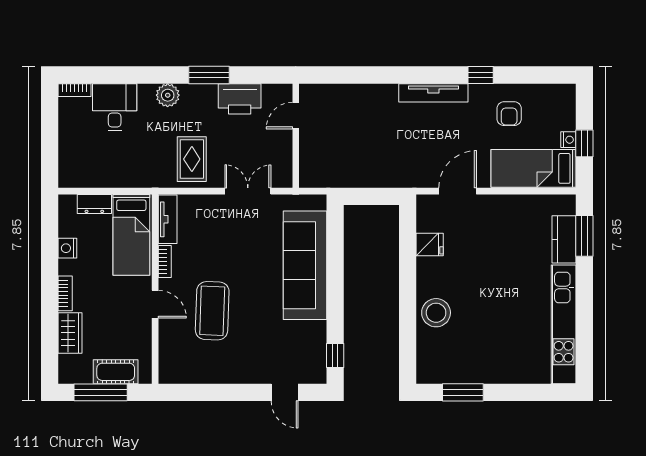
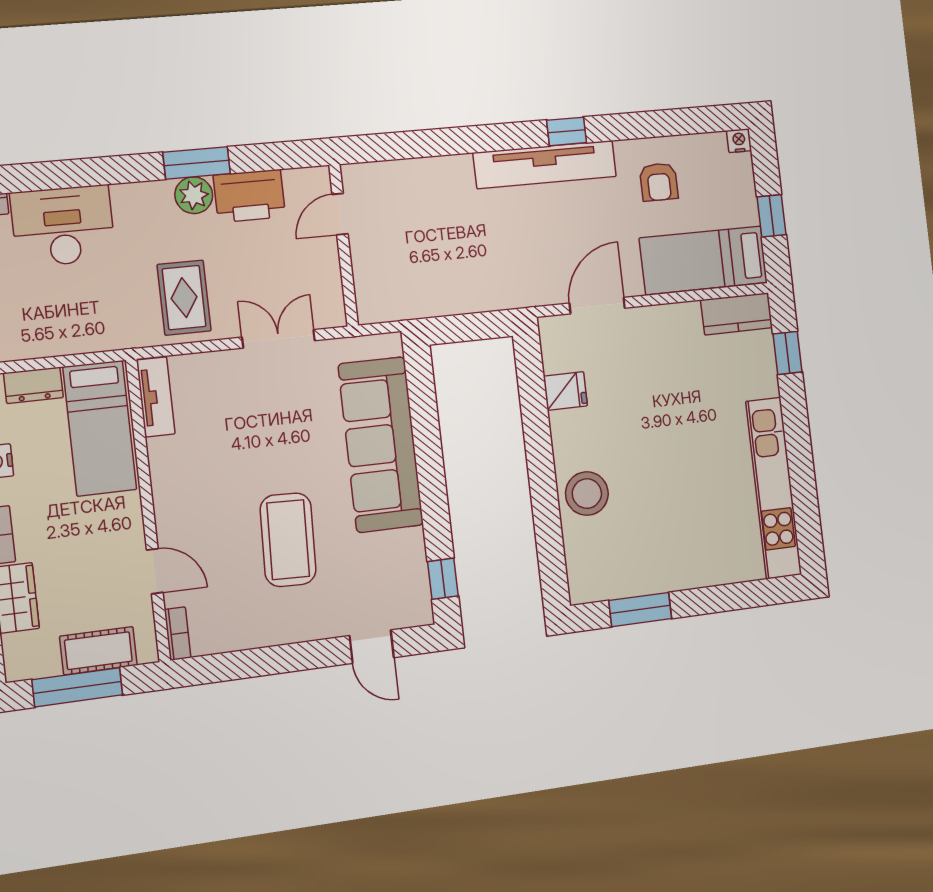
window: (481, 75) -> (566, 131), moved
tv unit: (433, 93) -> (545, 165), width x1.36, depth x1.29
plant: (168, 95) -> (194, 195), moved
desk: (115, 107) -> (63, 226), width x1.37
nightstand: (568, 140) -> (739, 141), moved, turned -90
window: (584, 236) -> (788, 353), width x0.67
kitchen counter: (564, 239) -> (737, 314), moved, turned -90
bookcase: (165, 261) -> (178, 634), moved
door: (155, 304) -> (155, 571), moved
coffee table: (212, 311) -> (288, 540), moved

